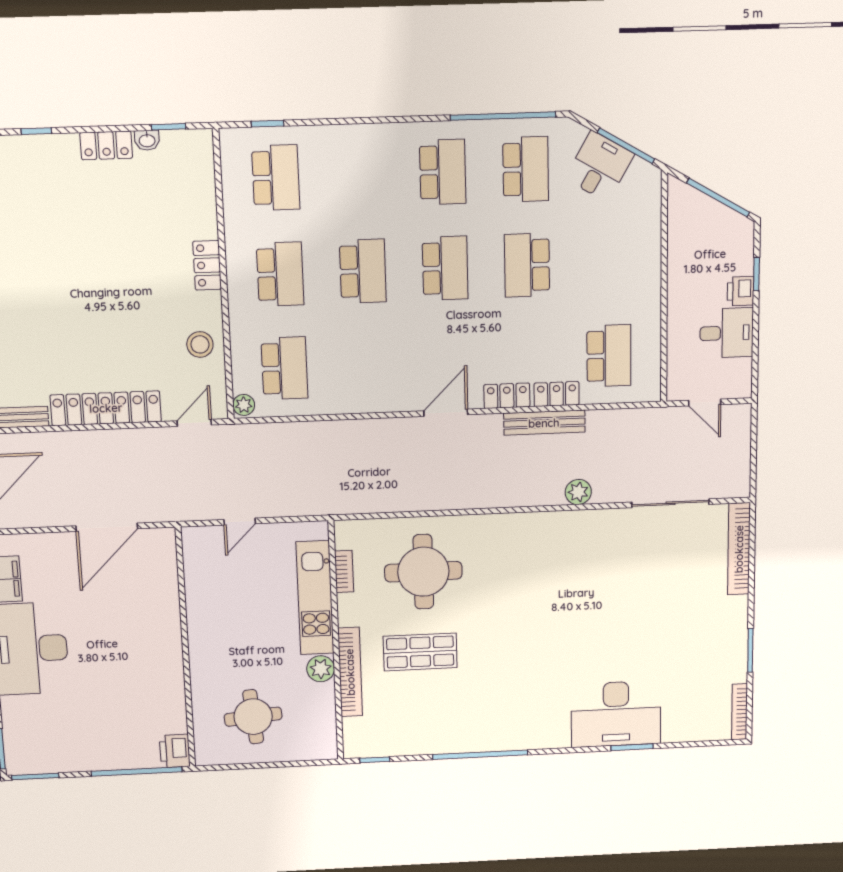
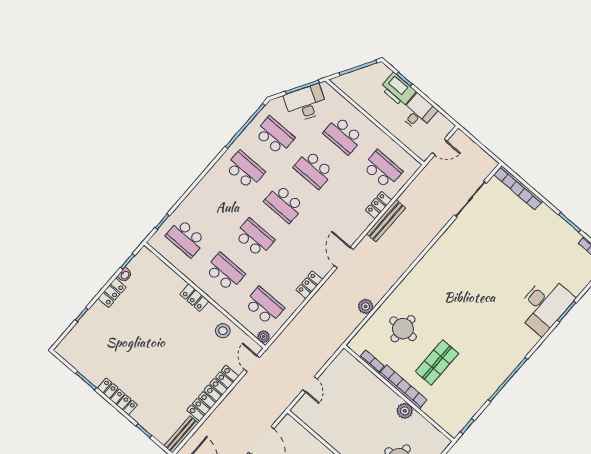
desk: (600, 166) -> (306, 103), width x1.37
school desk: (276, 178) -> (186, 238), turned 180
school desk: (609, 262) -> (343, 135), added
school desk: (445, 268) -> (284, 204), turned 180
printer: (741, 291) -> (398, 90), width x1.87, depth x1.48
locker: (507, 396) -> (309, 285), moved
plant: (578, 492) -> (366, 306), moved
round table: (423, 572) -> (403, 329), width x0.73, depth x0.73
kitchen unit: (315, 598) -> (372, 384), removed
bookcase: (350, 672) -> (403, 387), moved

